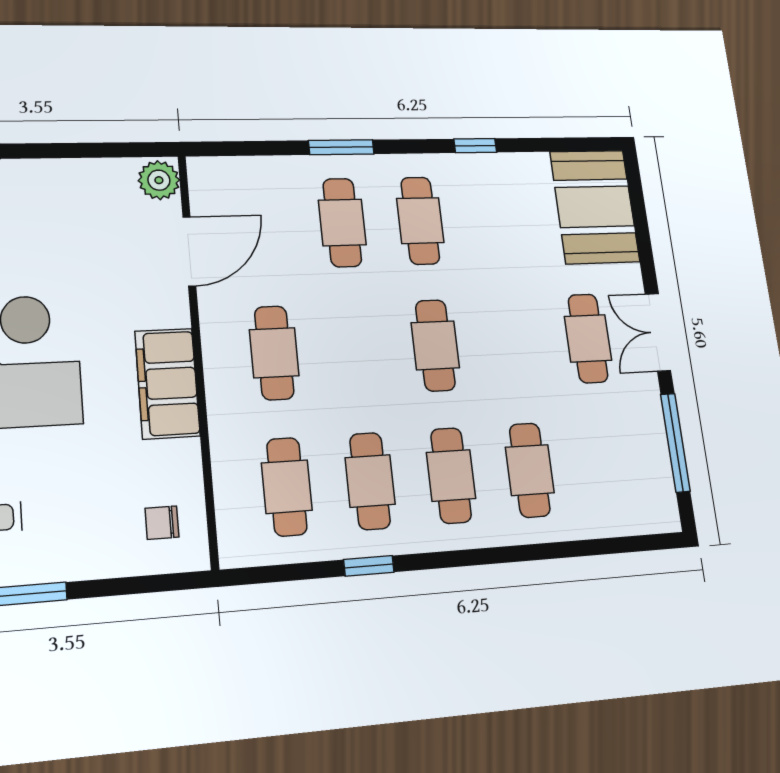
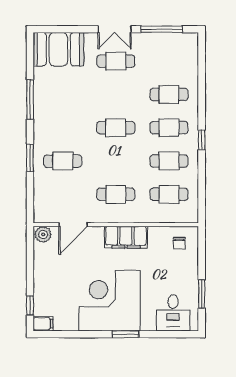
window: (475, 146) -> (30, 99), width x2.17
cafe table: (420, 221) -> (63, 128), removed
door: (189, 251) -> (73, 225), swing flipped
window: (369, 566) -> (202, 140), moved

